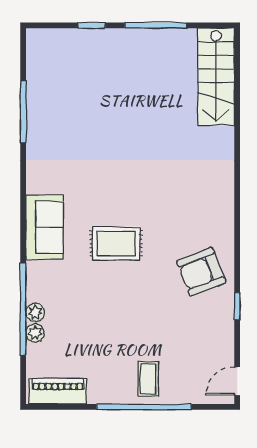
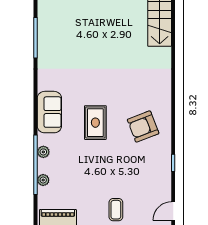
rug: (116, 244) -> (95, 123), turned 90
armchair: (201, 272) -> (143, 126), moved
plant: (35, 313) -> (43, 152), moved

